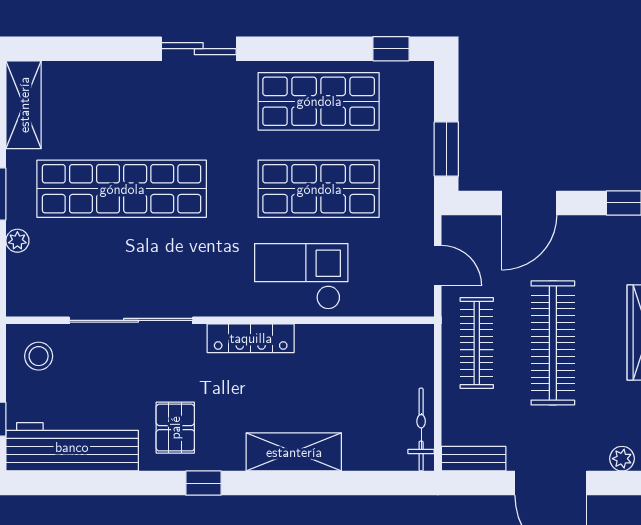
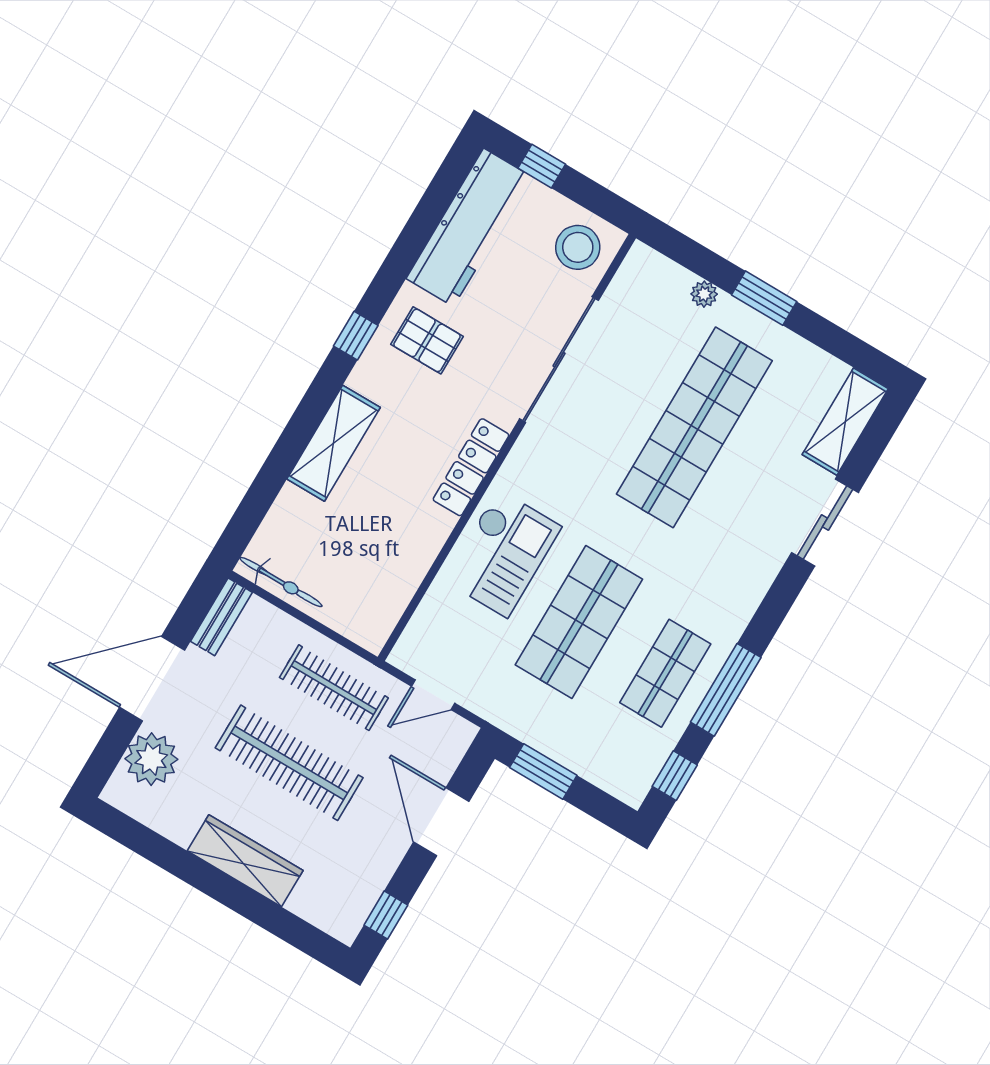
sliding door: (199, 49) -> (825, 522), moved
window: (304, 49) -> (726, 690), added
shop shelf: (319, 101) -> (665, 673), width x0.70, depth x0.74
shelving: (24, 105) -> (845, 422), moved, turned 90
stool: (39, 356) -> (578, 247), width x1.38, depth x1.38
plant: (622, 459) -> (151, 759), width x1.87, depth x1.87

